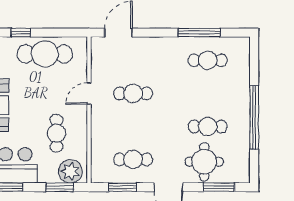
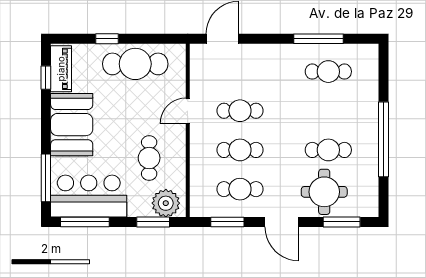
cafe table: (133, 126) -> (240, 150), added

